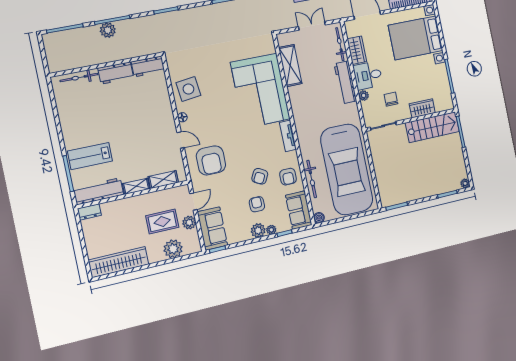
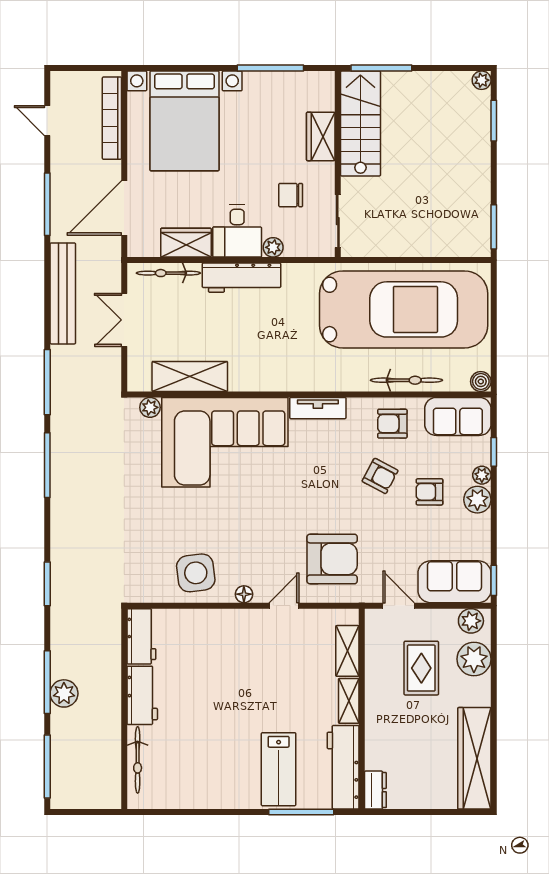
plant: (270, 48) -> (150, 407), added
armchair: (288, 177) -> (392, 424), turned 180
plant: (189, 223) -> (471, 621), moved

